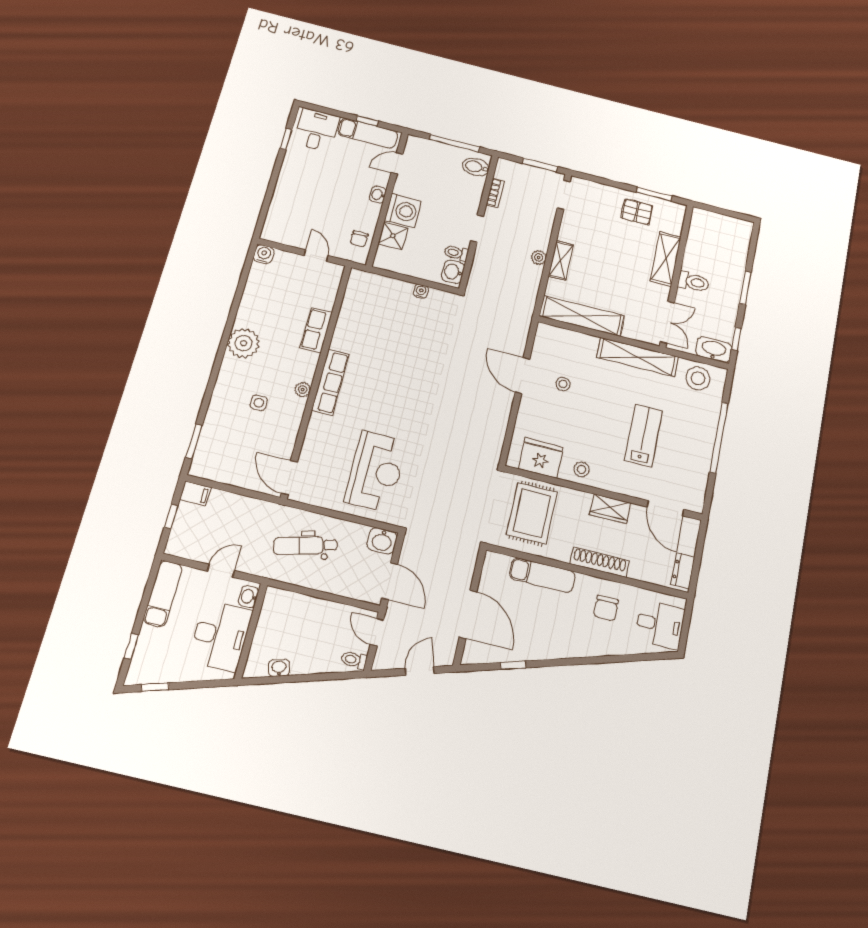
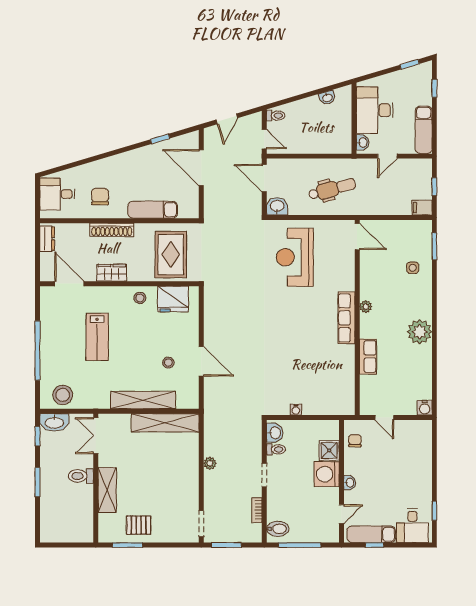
shelving: (561, 260) -> (192, 466), removed
shelving: (638, 357) -> (143, 400), moved
side table: (259, 403) -> (413, 268), moved

